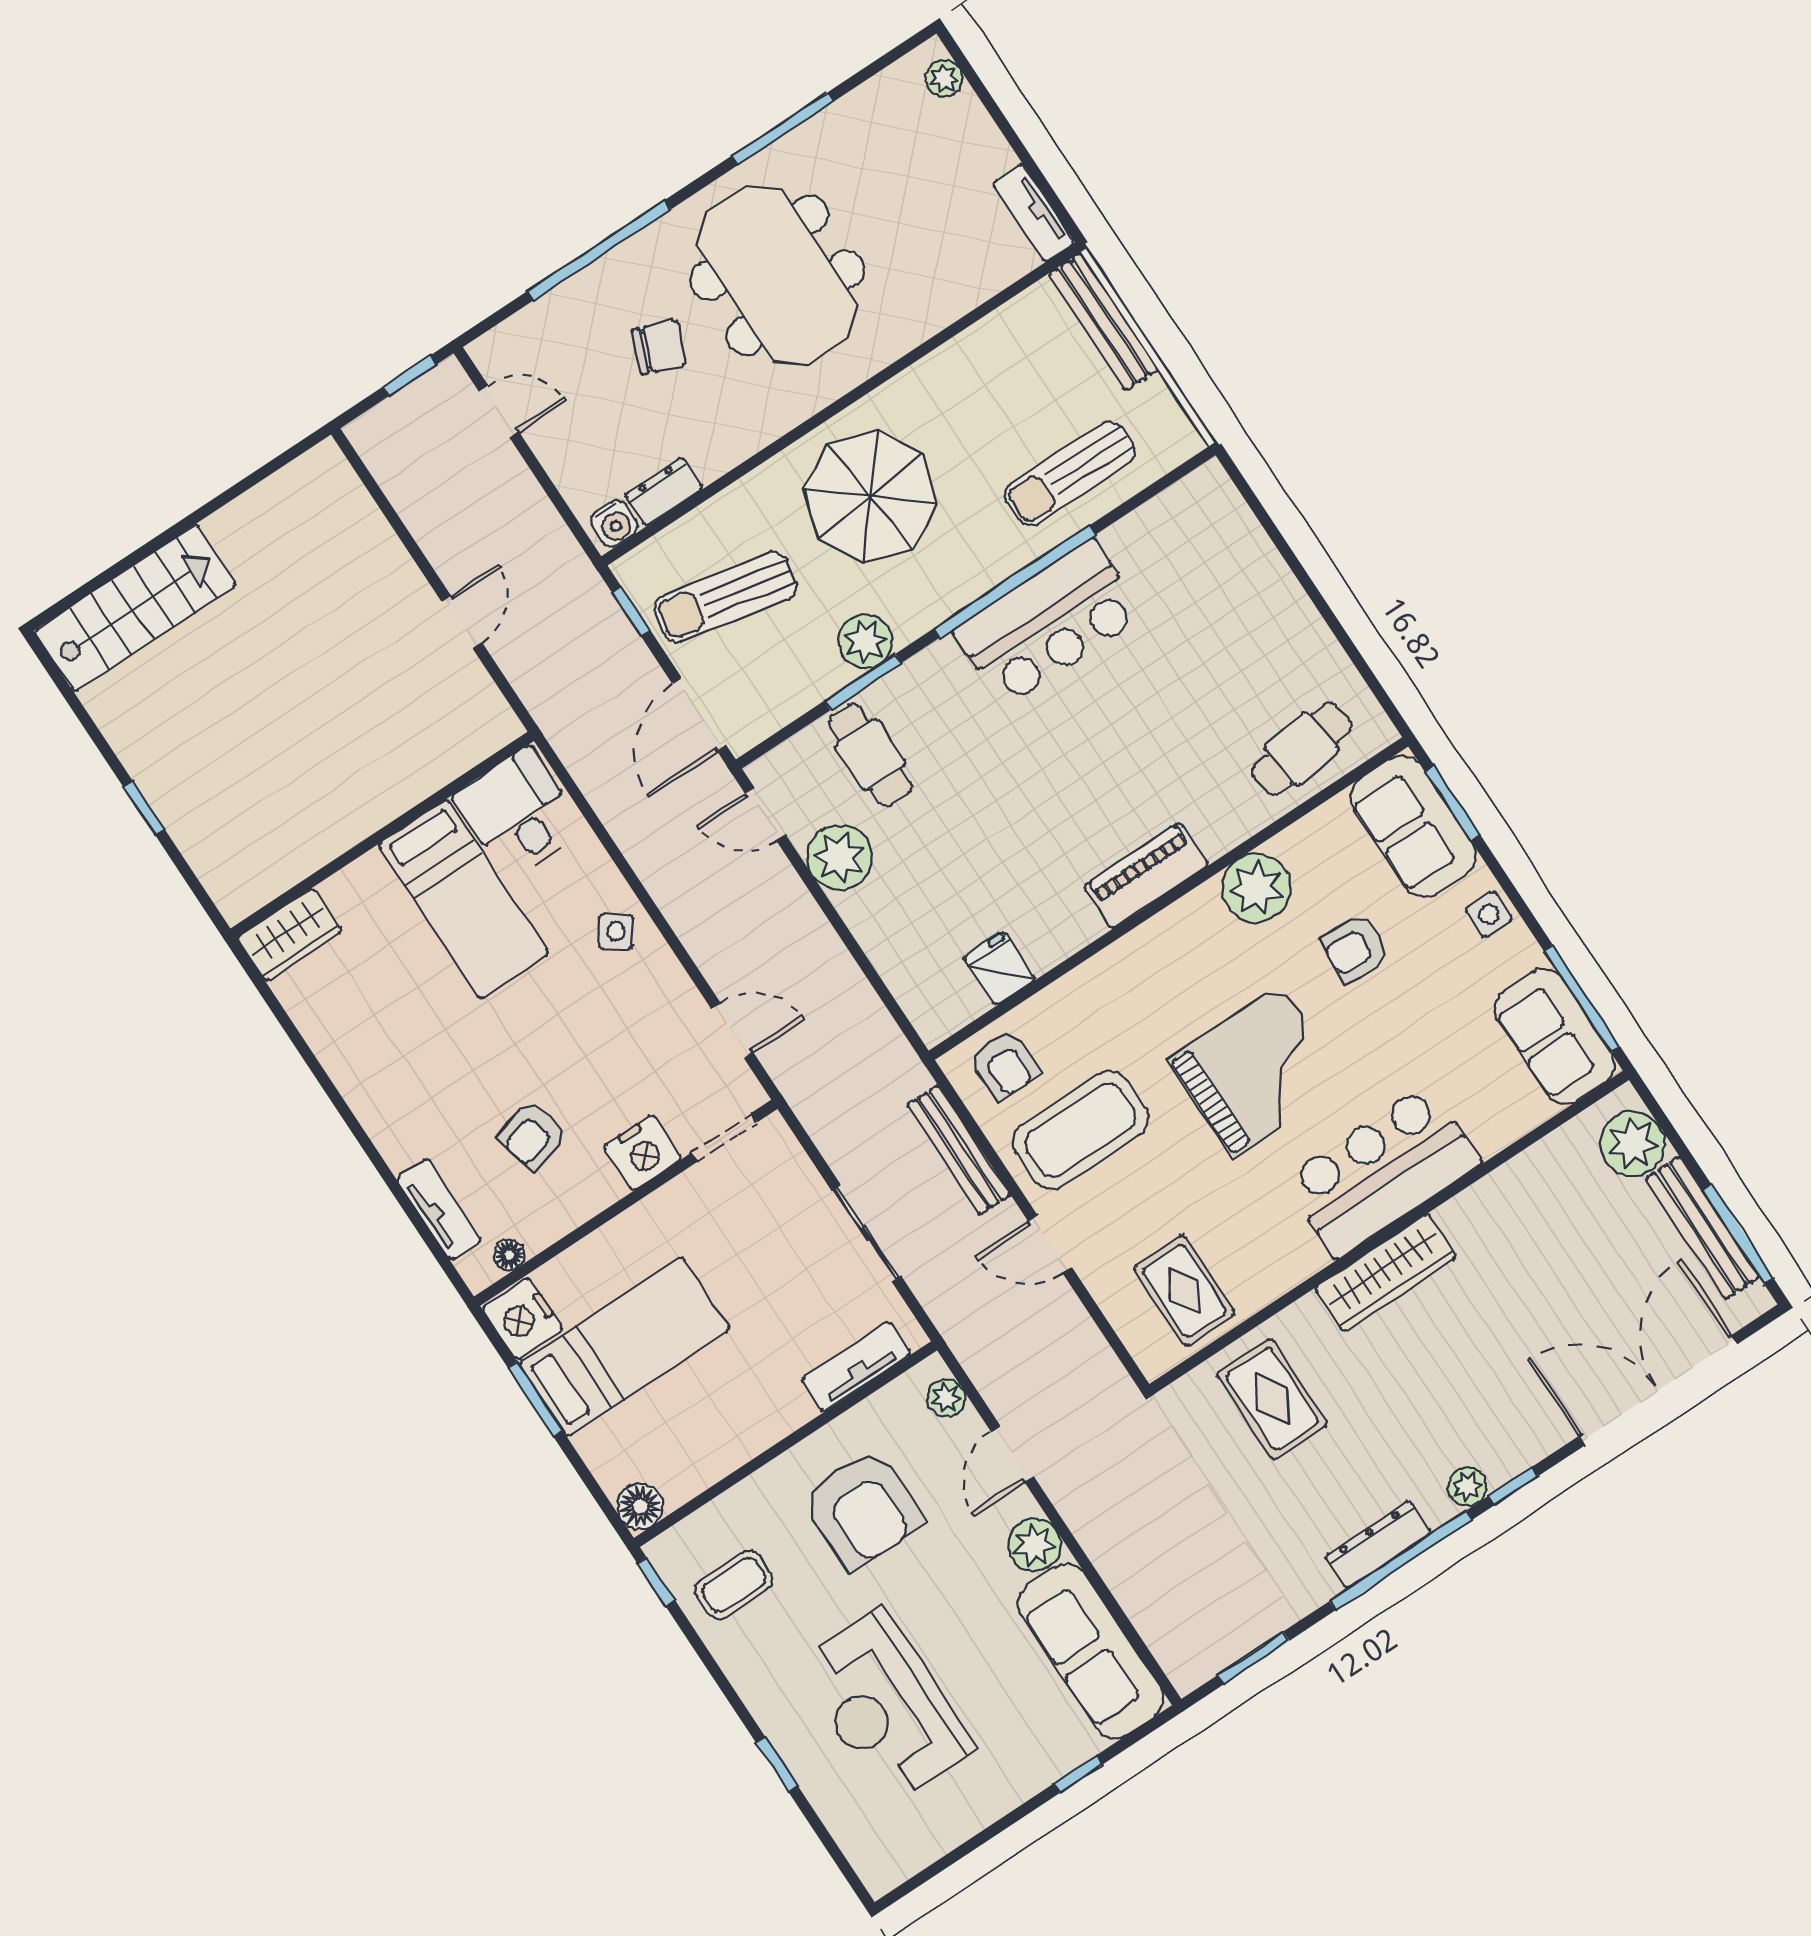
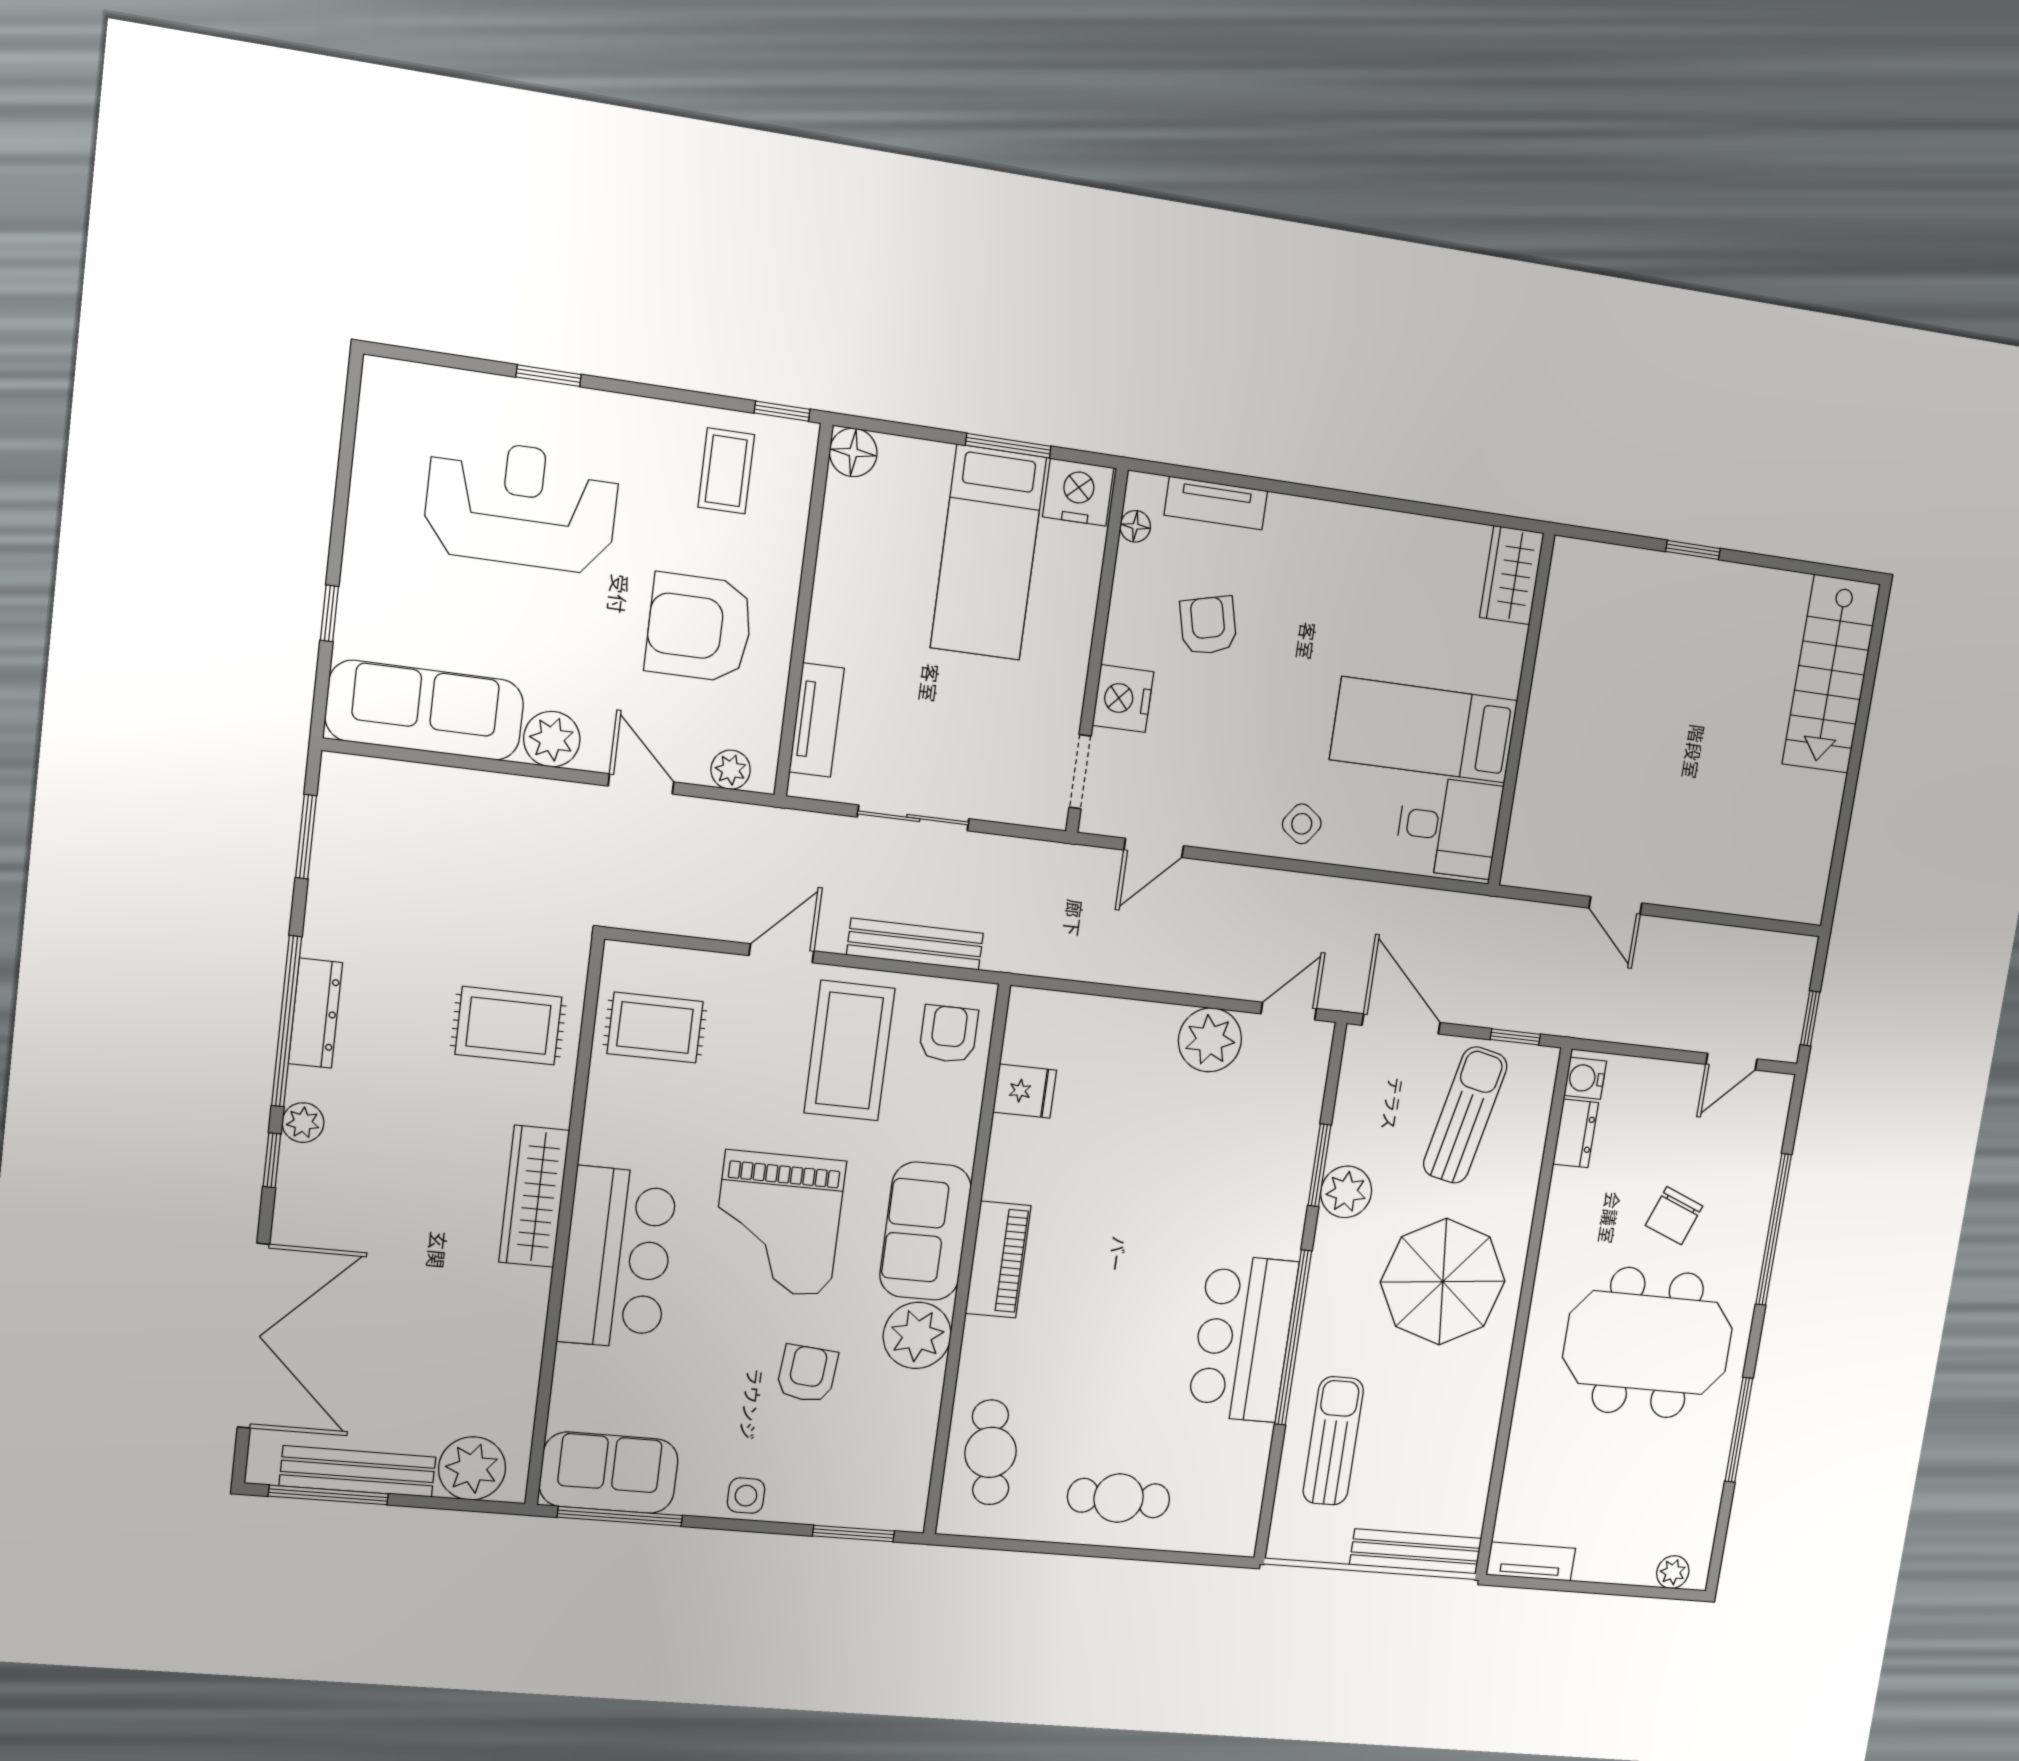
cafe table: (870, 755) -> (1119, 1498), moved
sofa: (1413, 826) -> (925, 1231), moved, turned -90
armchair: (1005, 1065) -> (949, 1034), turned 90

